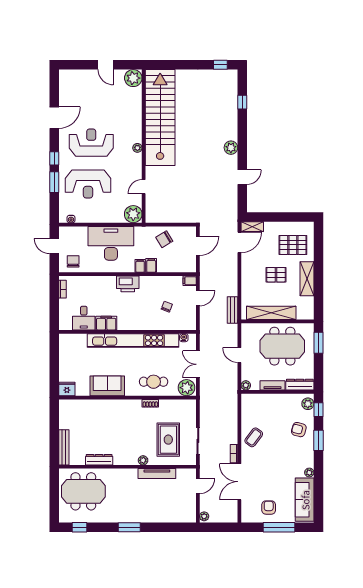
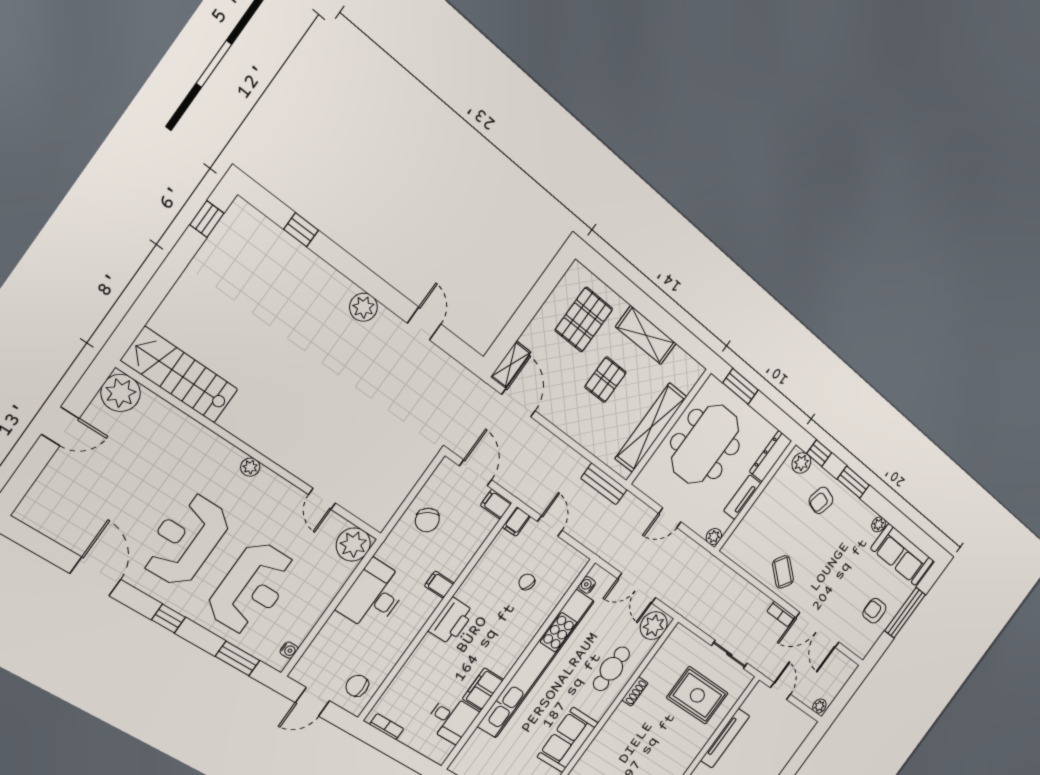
stairs: (160, 117) -> (180, 375), width x0.54, depth x0.66
window: (54, 182) -> (237, 658), moved
desk: (111, 243) -> (373, 596), width x0.73, depth x0.77
filing cabinet: (151, 265) -> (496, 504), moved
plant: (143, 460) -> (696, 747), removed

